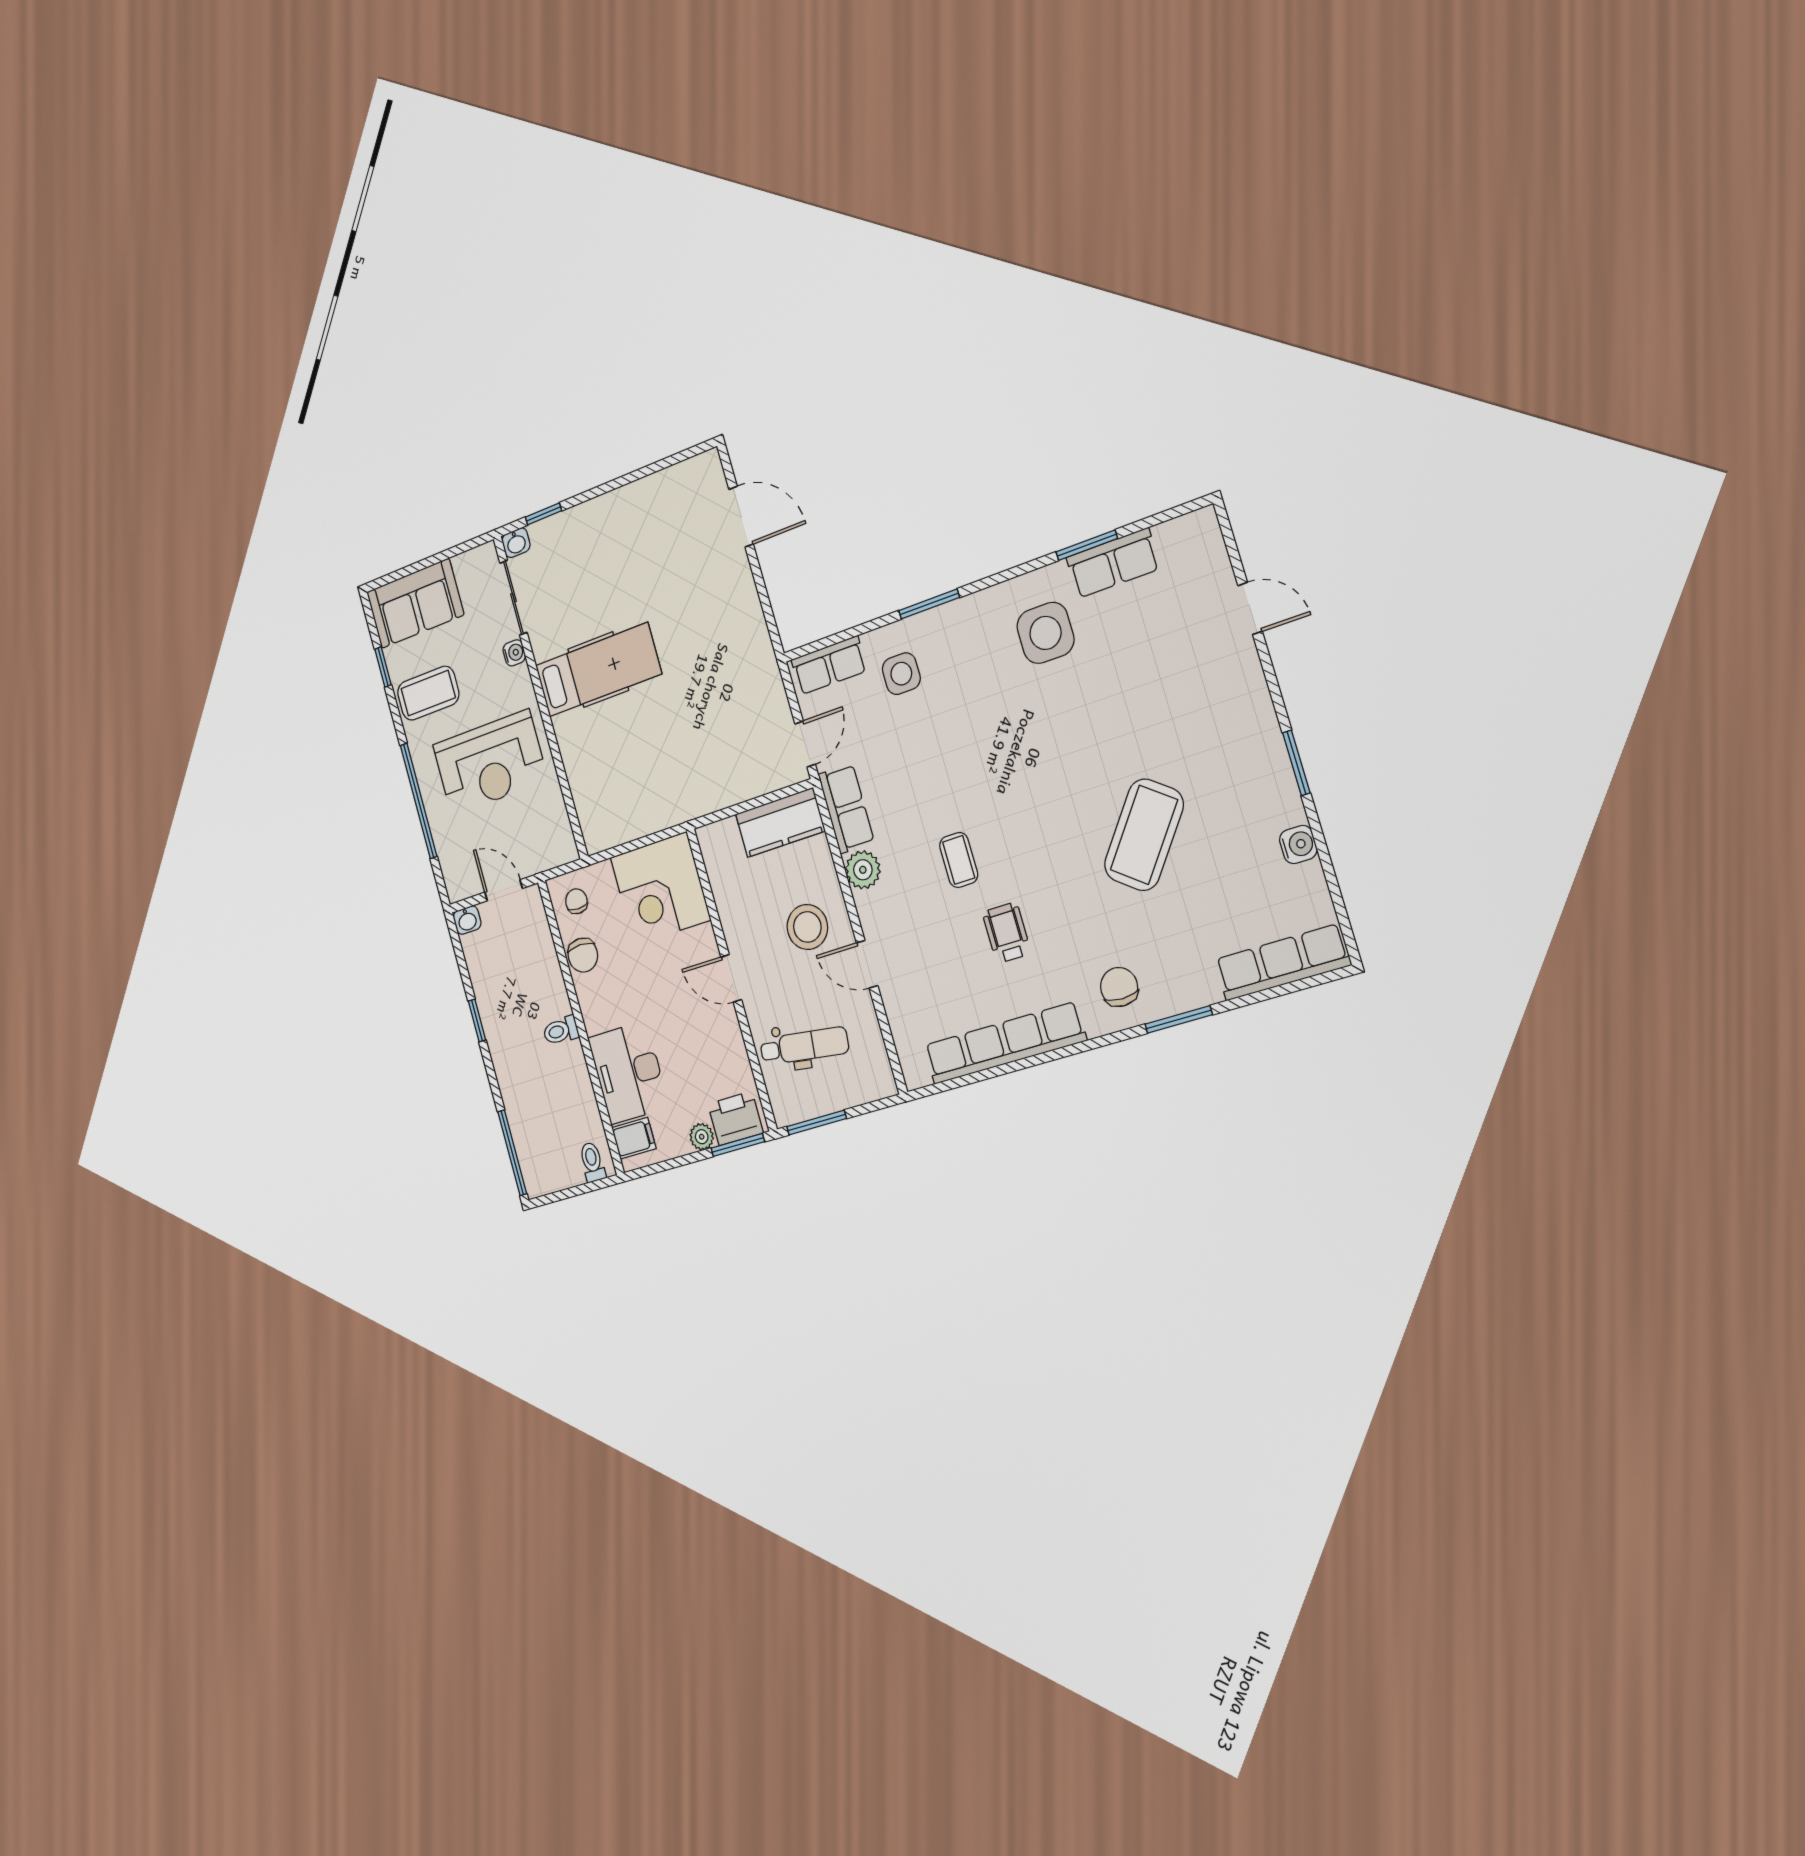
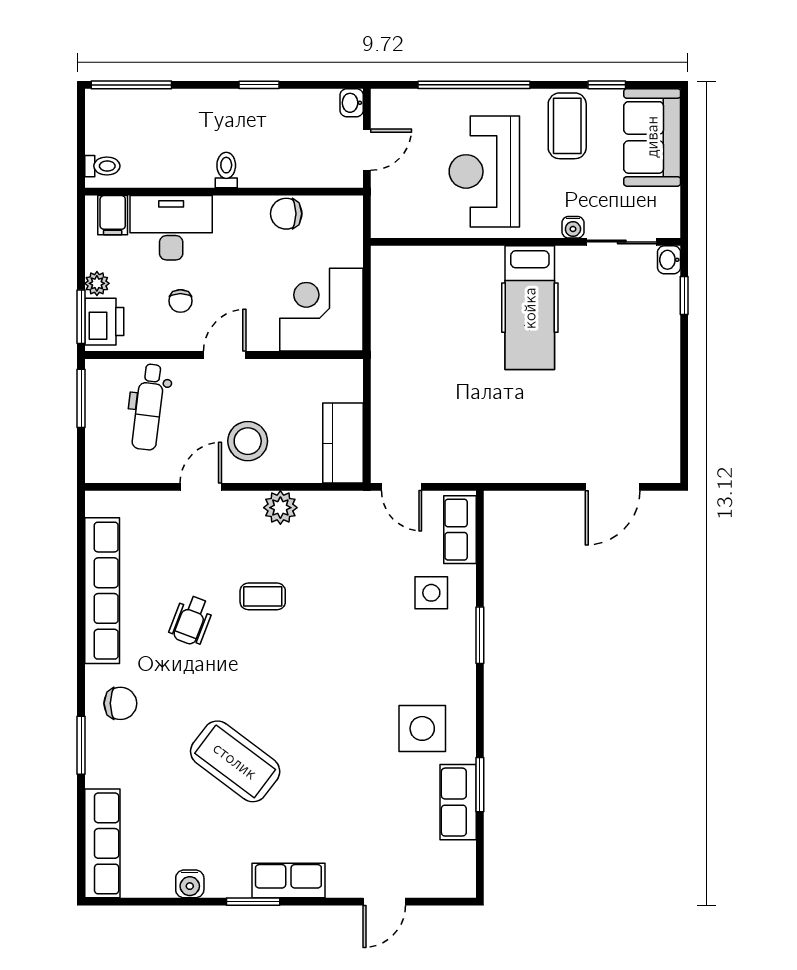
row of seats: (846, 808) -> (288, 880), moved, turned 180
chair: (576, 901) -> (180, 301), moved, turned 90
wheelchair: (1007, 933) -> (191, 620), turned 111

